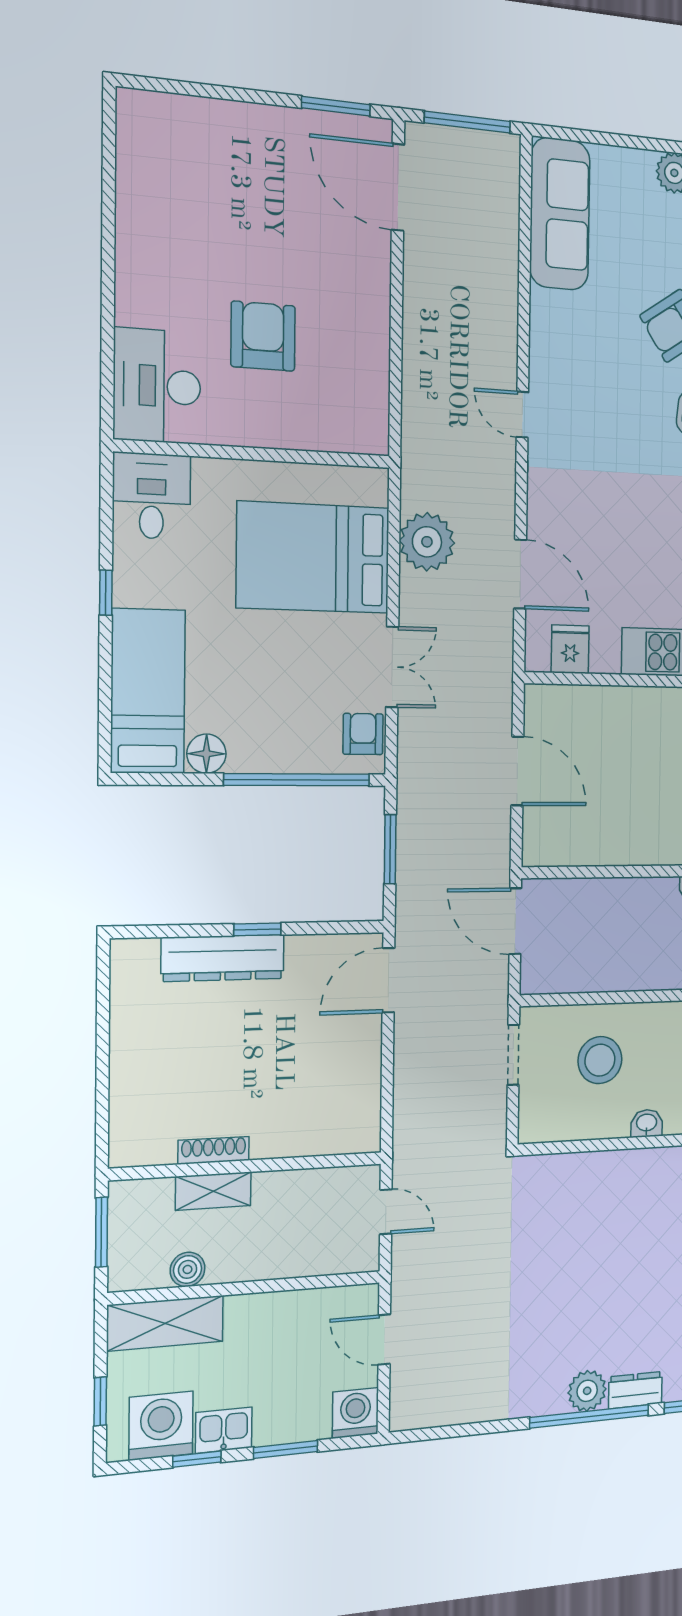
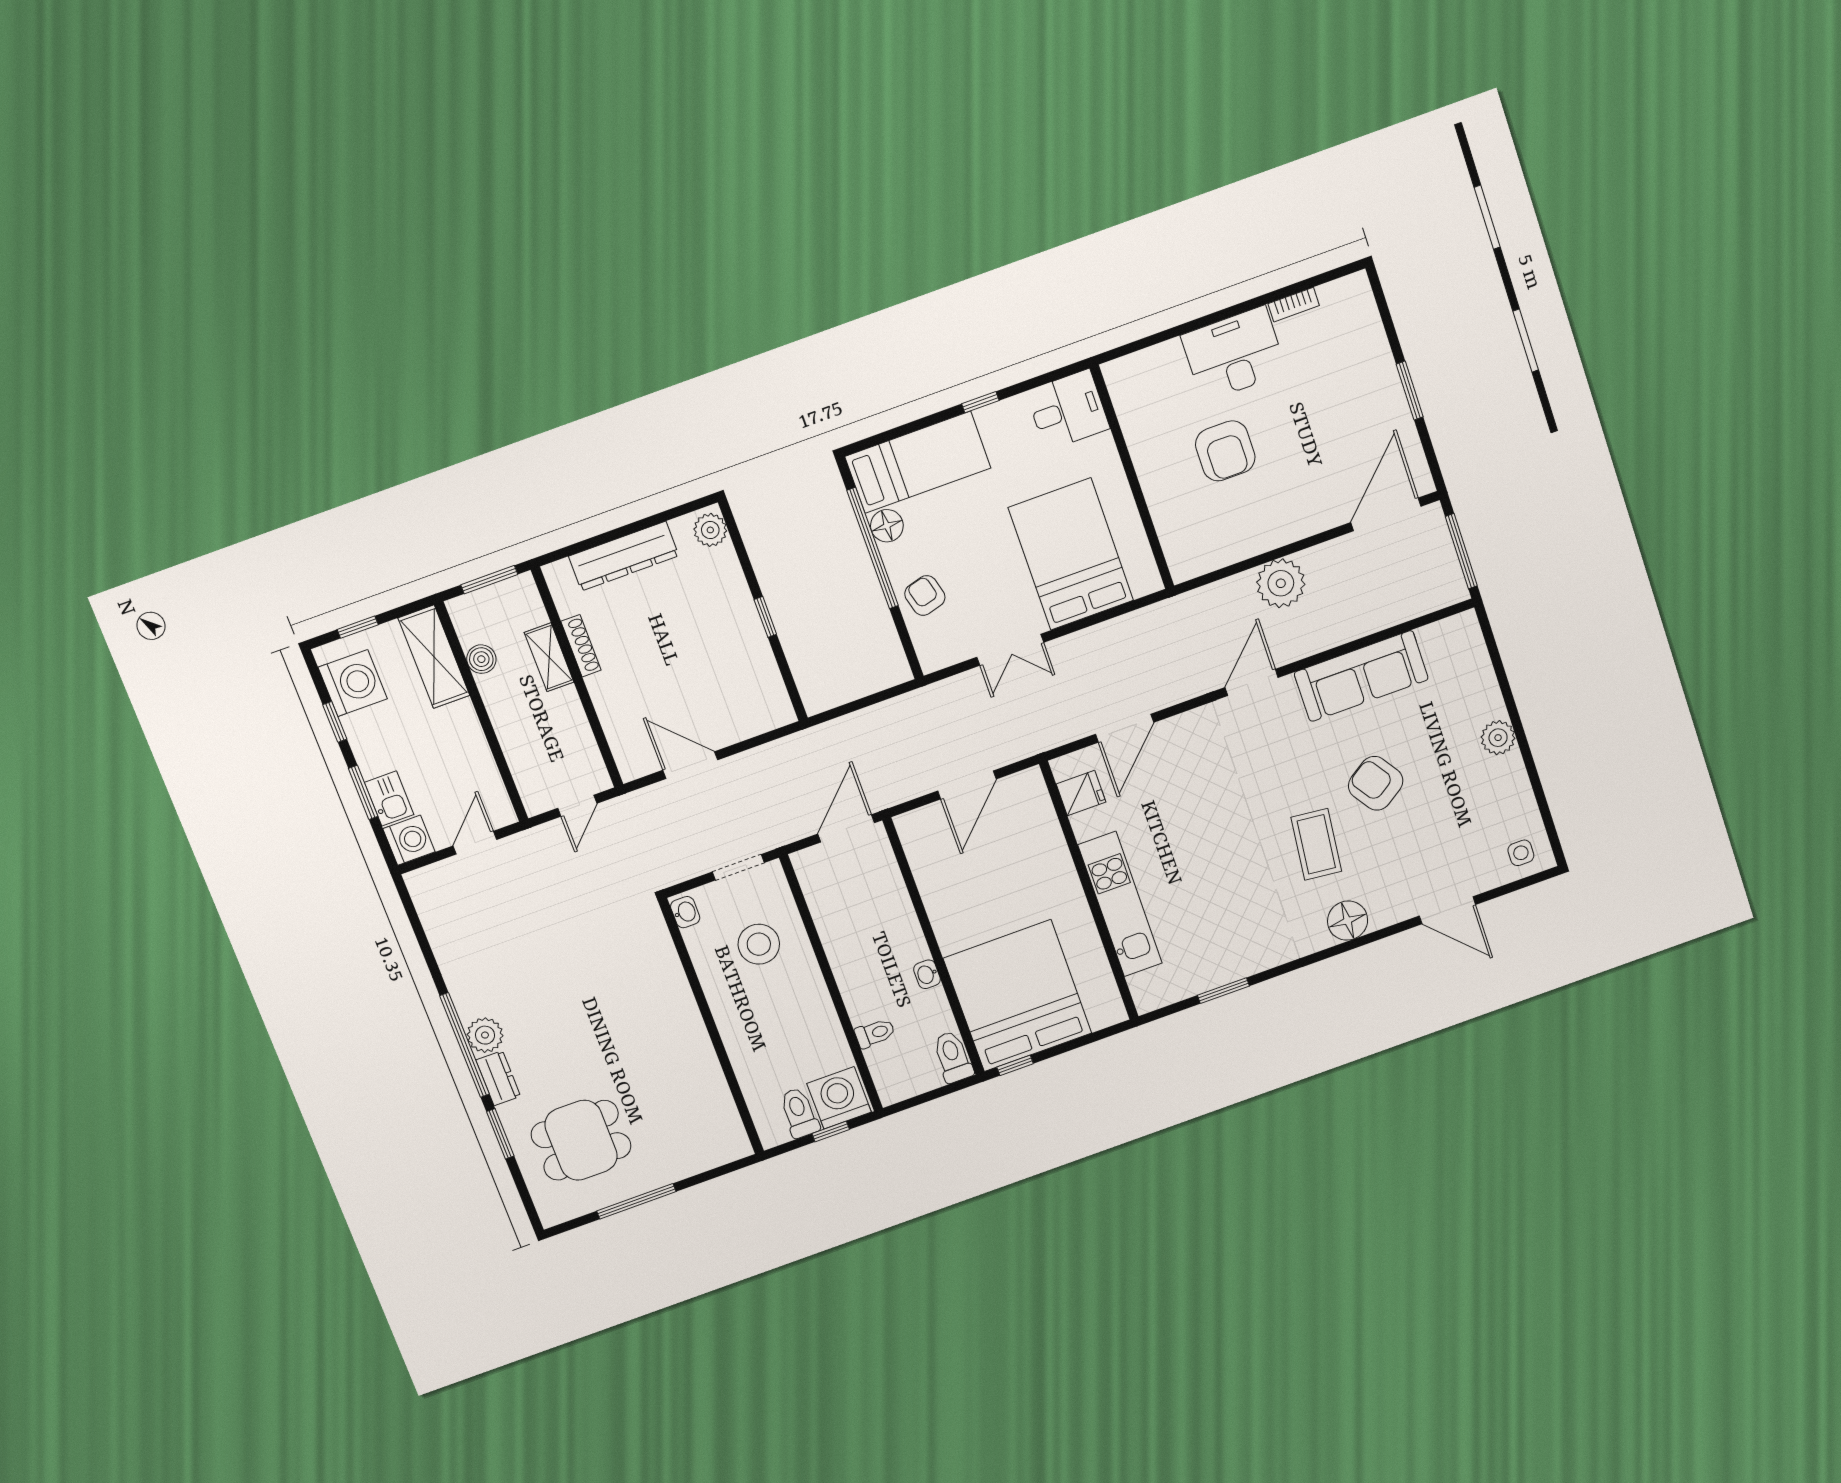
window: (336, 106) -> (1410, 391), moved
bookcase: (127, 187) -> (1294, 305), added
sofa: (560, 214) -> (1361, 676), moved
armchair: (263, 336) -> (1225, 451), turned 90
desk: (157, 386) -> (1234, 354), moved
door: (522, 415) -> (1252, 682), width x1.38
plant: (427, 542) -> (1281, 583), moved
armchair: (363, 734) -> (925, 595), moved, turned -105
window: (297, 780) -> (873, 548), moved
window: (390, 849) -> (866, 702), removed
plant: (138, 958) -> (710, 530), added
dresser: (223, 958) -> (624, 556), moved, turned -90
door: (388, 980) -> (690, 765), moved
washbasin: (647, 1123) -> (685, 912), moved
kitchen sink: (224, 1430) -> (389, 798), moved

